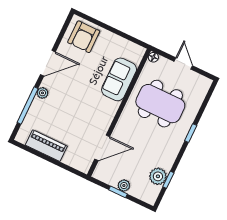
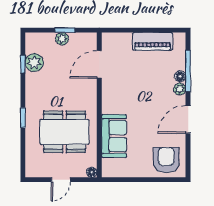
door: (183, 63) -> (61, 180), hinge flipped
floor lamp: (37, 104) -> (180, 76), added

